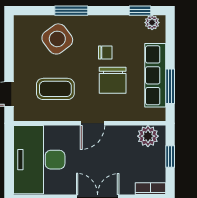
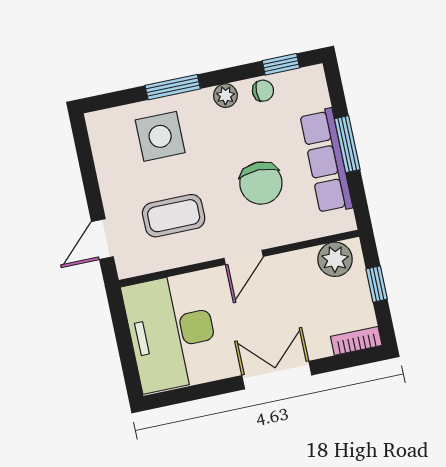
plant: (152, 23) -> (225, 96), moved
side table: (57, 39) -> (160, 136), turned 37
chair: (105, 53) -> (263, 91), moved
window: (170, 86) -> (347, 144), moved

